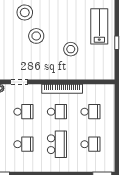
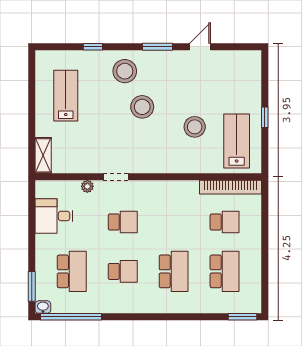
lab bench: (99, 26) -> (237, 141), moved
bookcase: (62, 89) -> (230, 187), moved
school desk: (57, 112) -> (174, 222), removed
school desk: (90, 144) -> (225, 271), width x1.85

